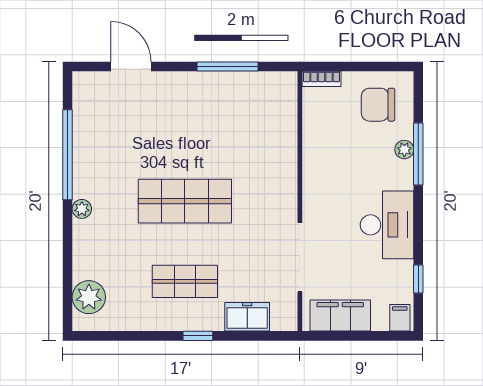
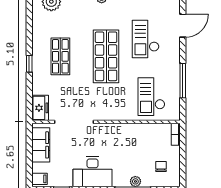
chair: (378, 105) -> (161, 167), width x0.54, depth x0.54
checkout: (256, 122) -> (151, 97), added
checkout: (154, 132) -> (146, 39), added
freezer: (247, 317) -> (40, 108), moved

